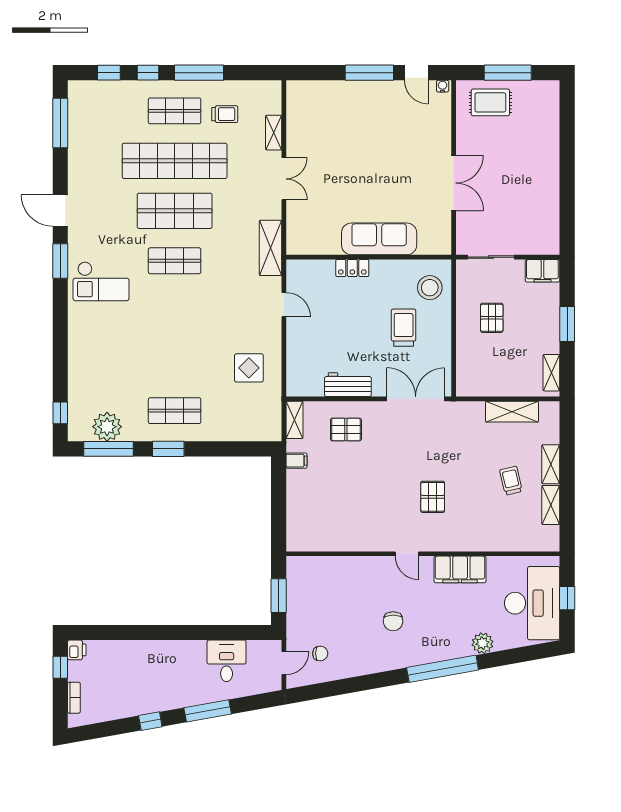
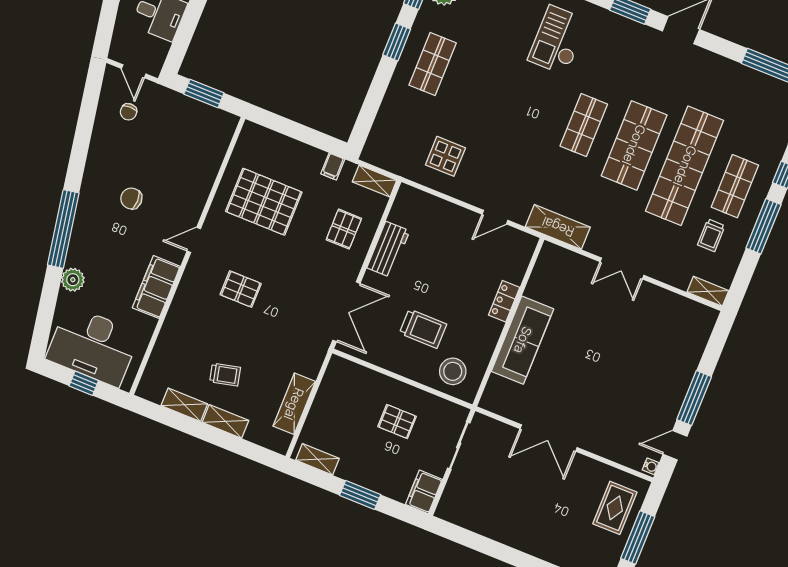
shelving: (274, 133) -> (708, 291), moved
checkout: (101, 281) -> (558, 40), moved
pallet: (350, 507) -> (264, 202), added

